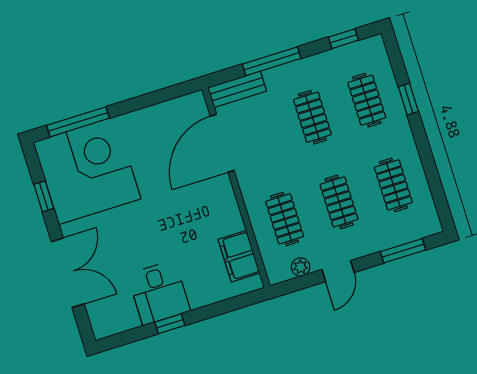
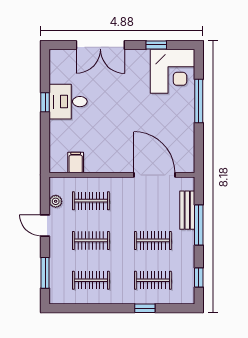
bench: (237, 89) -> (187, 210), moved
window: (78, 122) -> (199, 101), moved
corner desk: (87, 170) -> (172, 71), width x0.74, depth x0.74
filing cabinet: (239, 256) -> (76, 162), width x0.50

